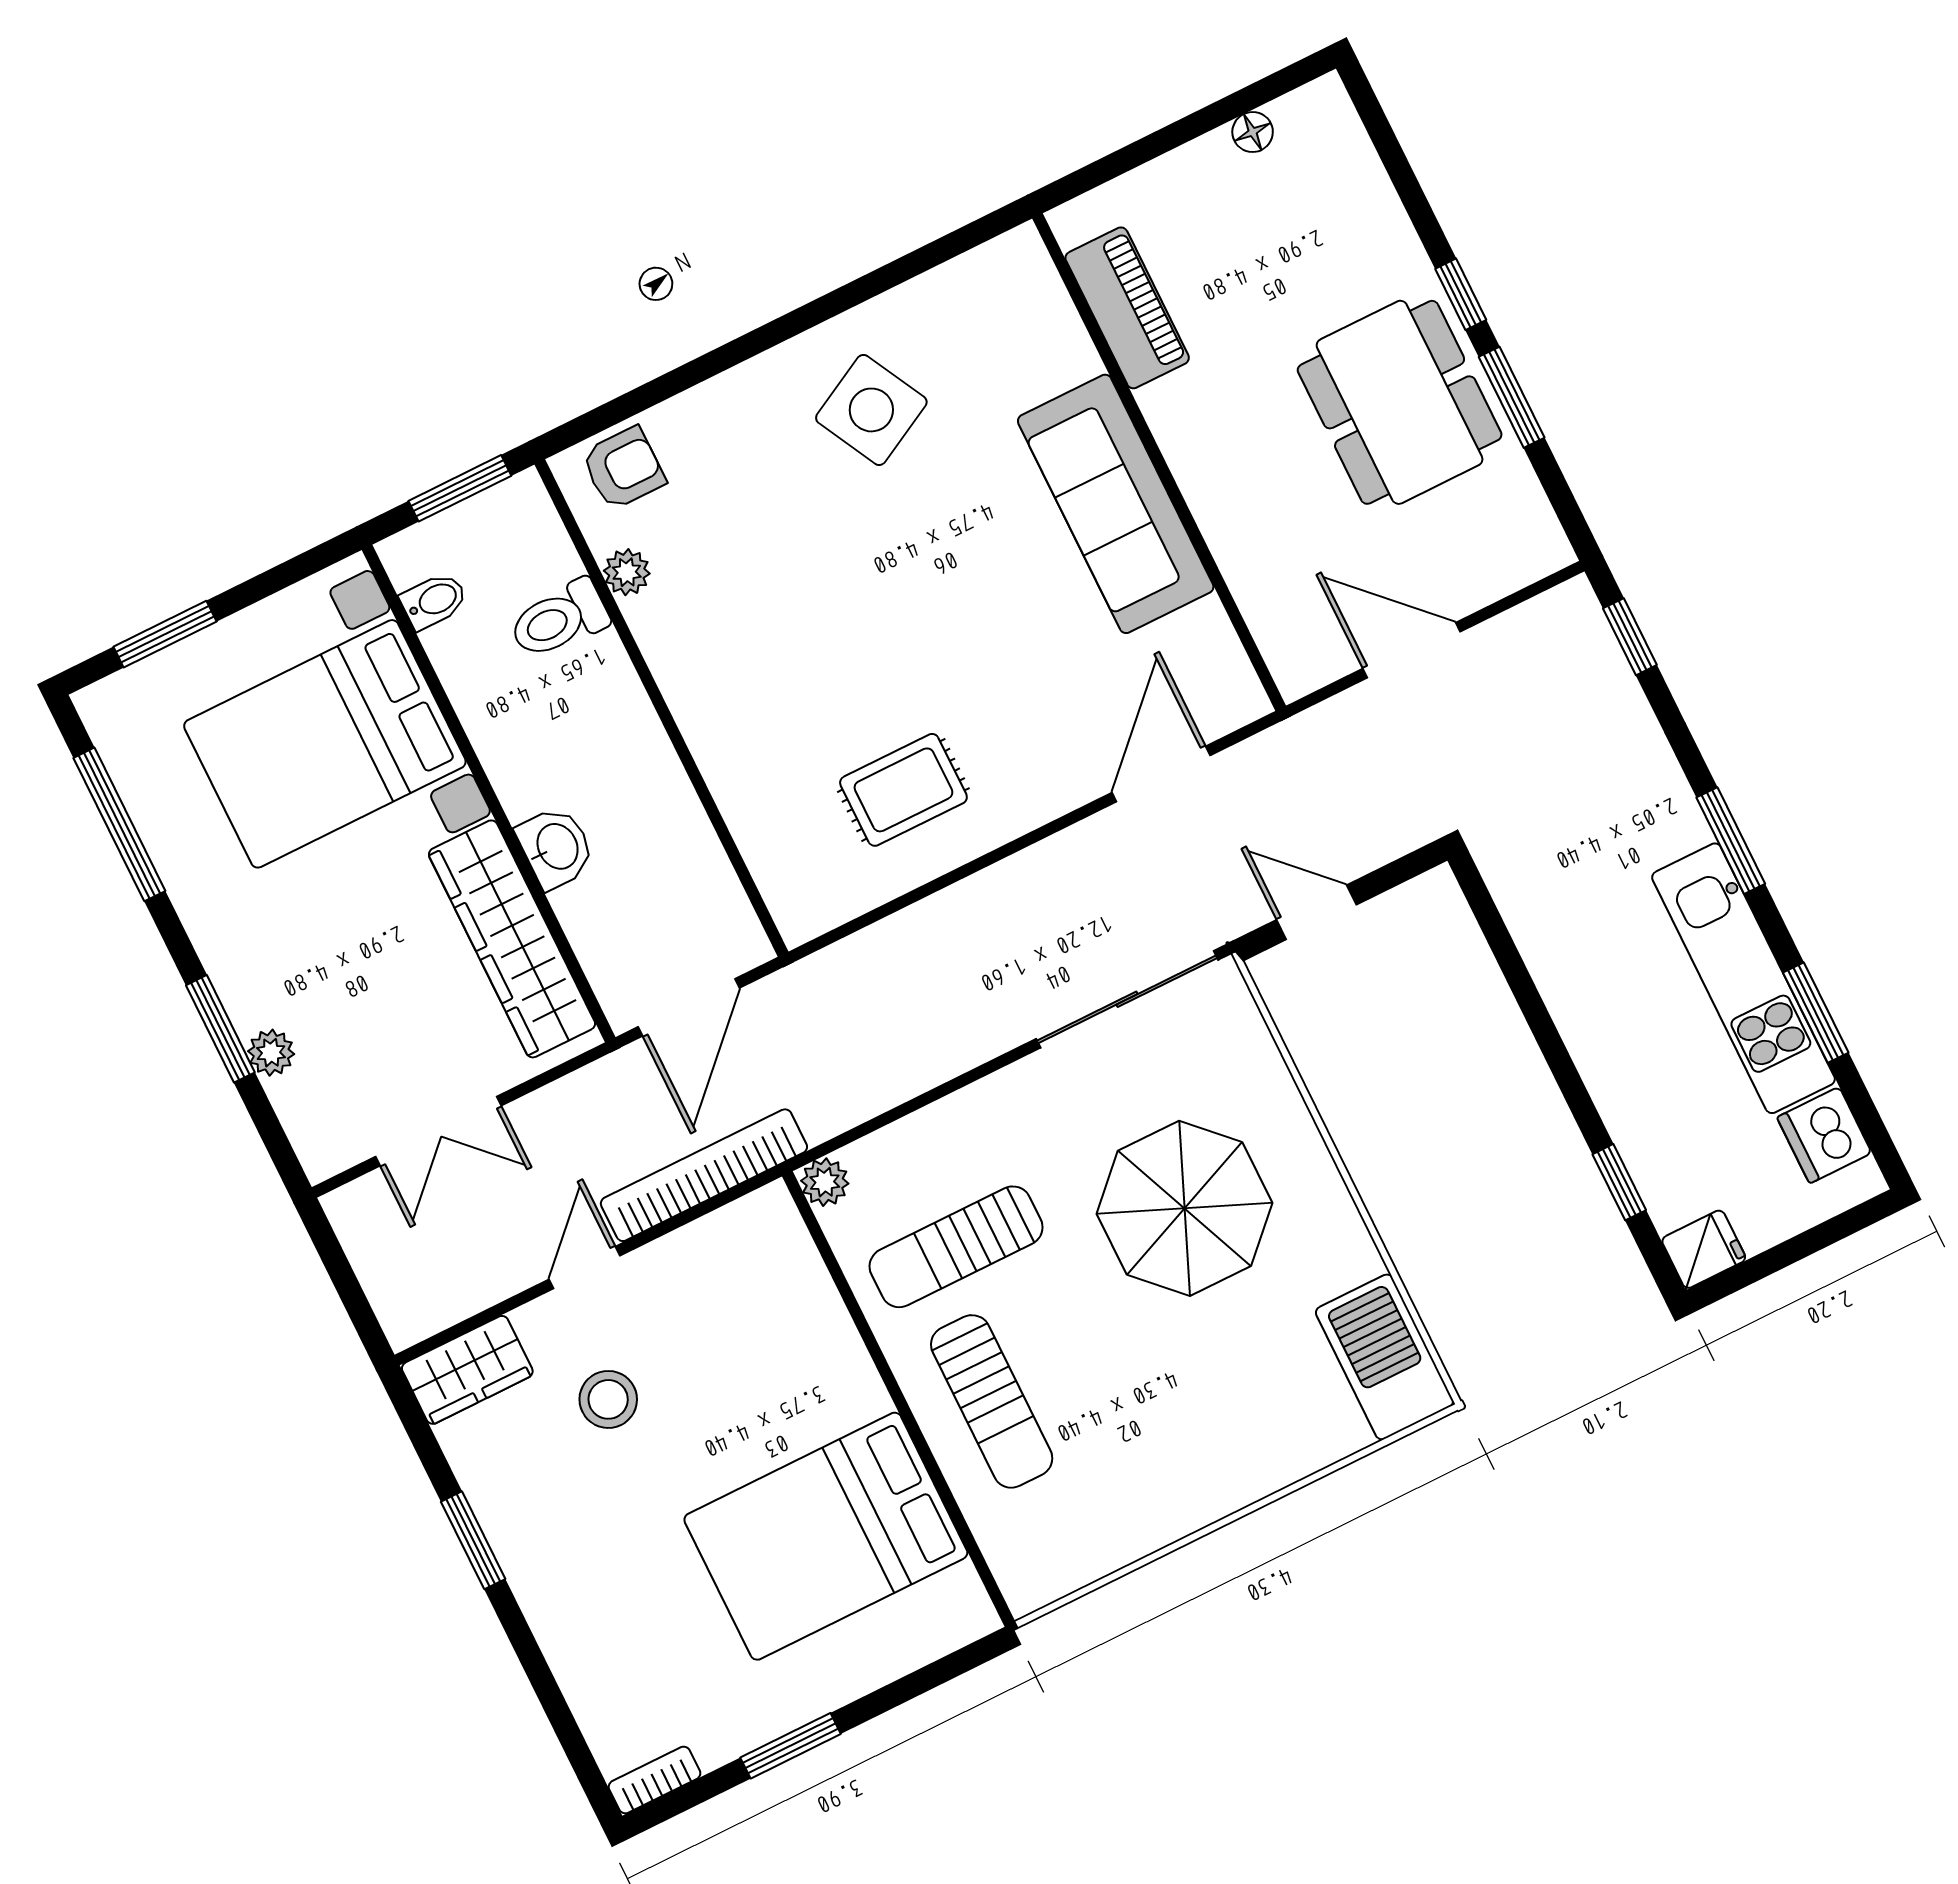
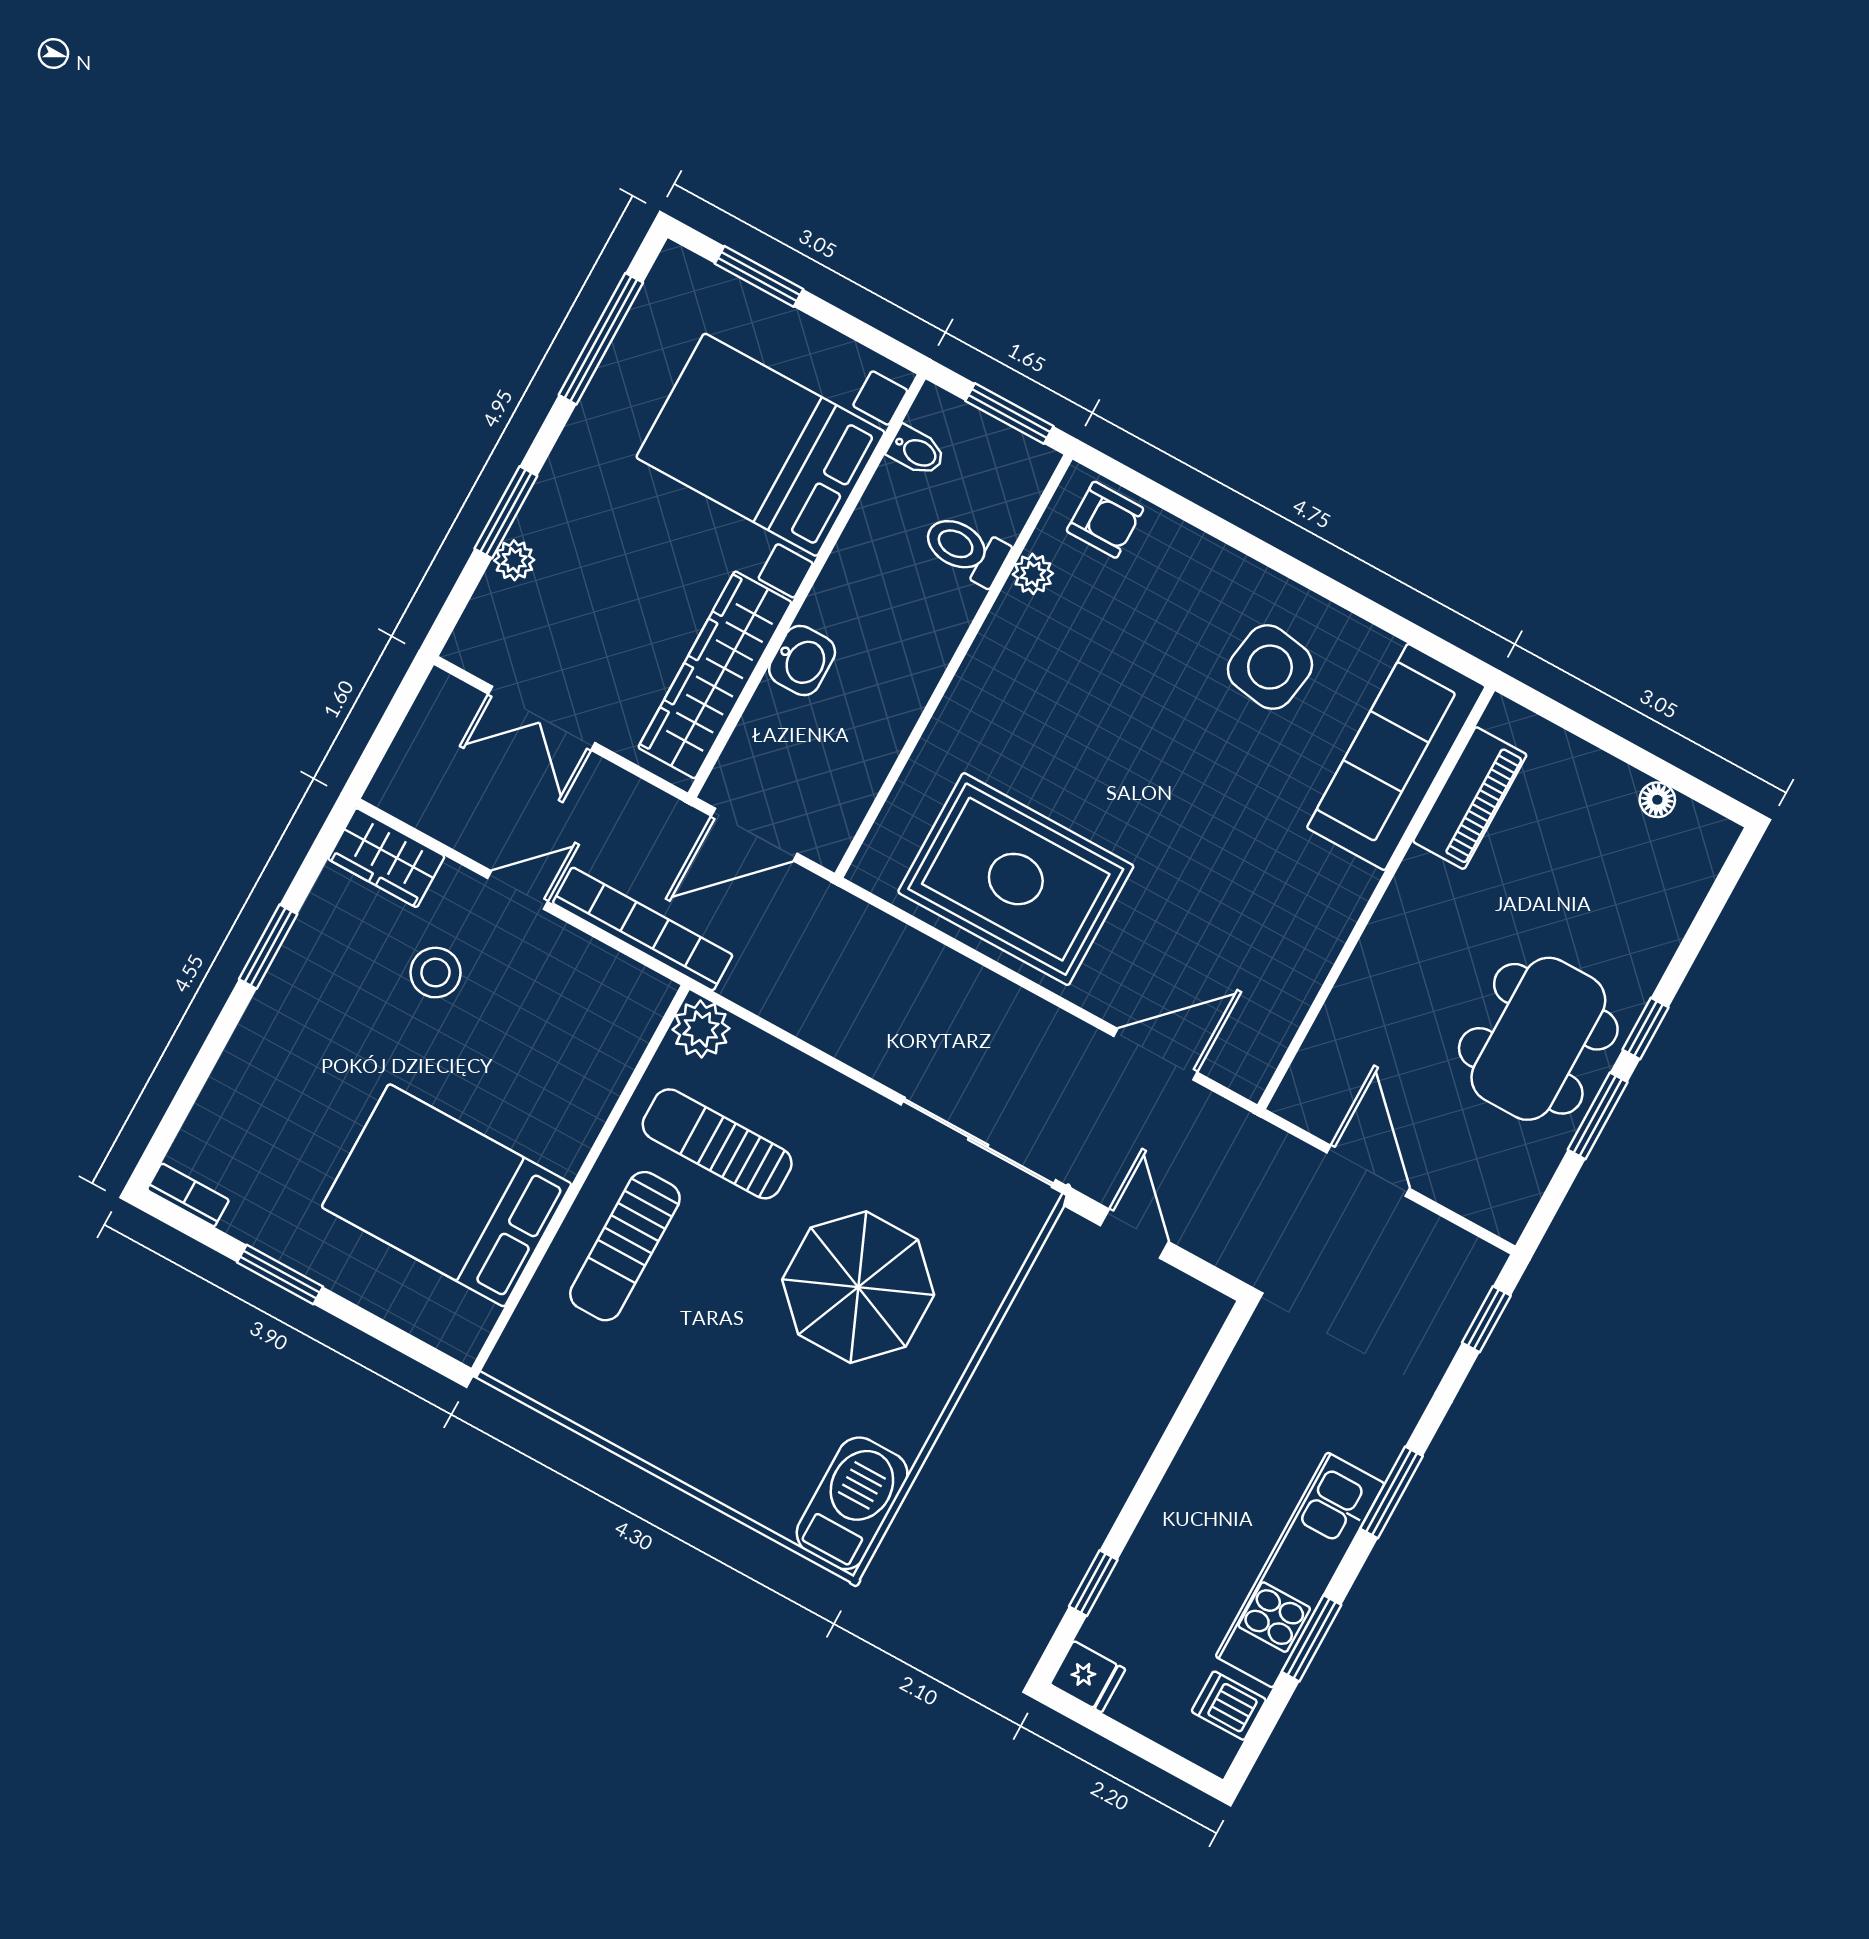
side table: (871, 410) -> (1270, 667), turned 37
sofa: (1116, 504) -> (1396, 757), moved
rug: (903, 790) -> (1016, 879), width x1.86, depth x2.06
dishwasher: (1824, 1135) -> (1229, 1706), width x0.73
plant: (825, 1182) -> (701, 1029), width x1.38, depth x1.38

